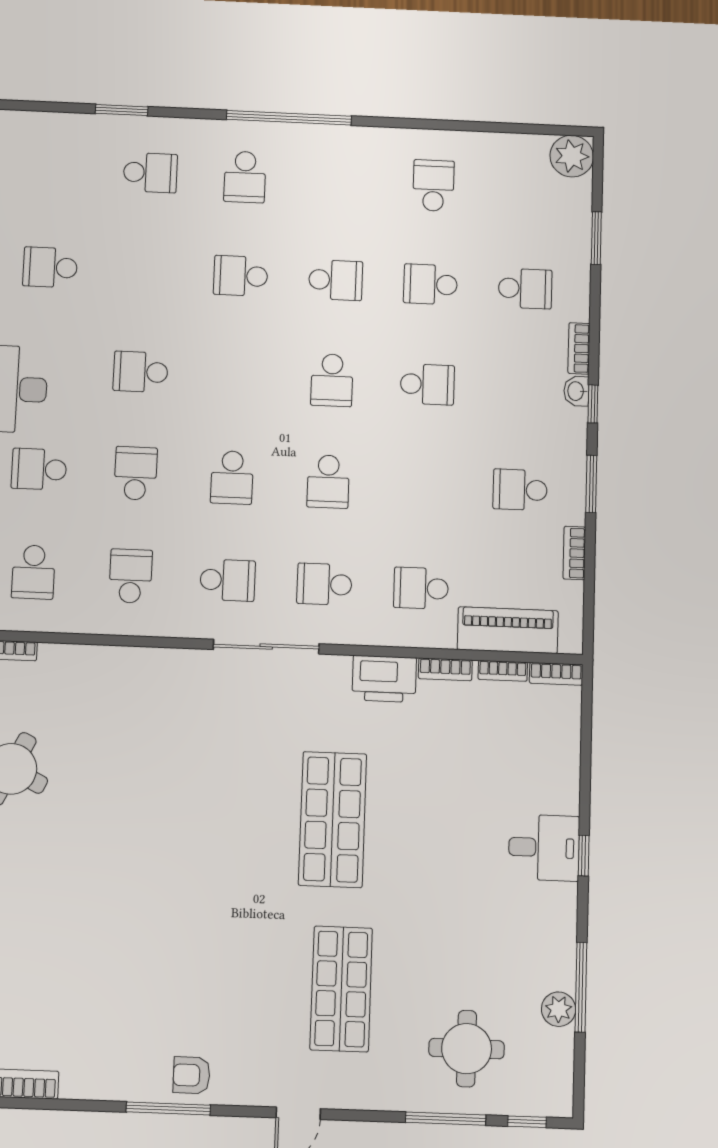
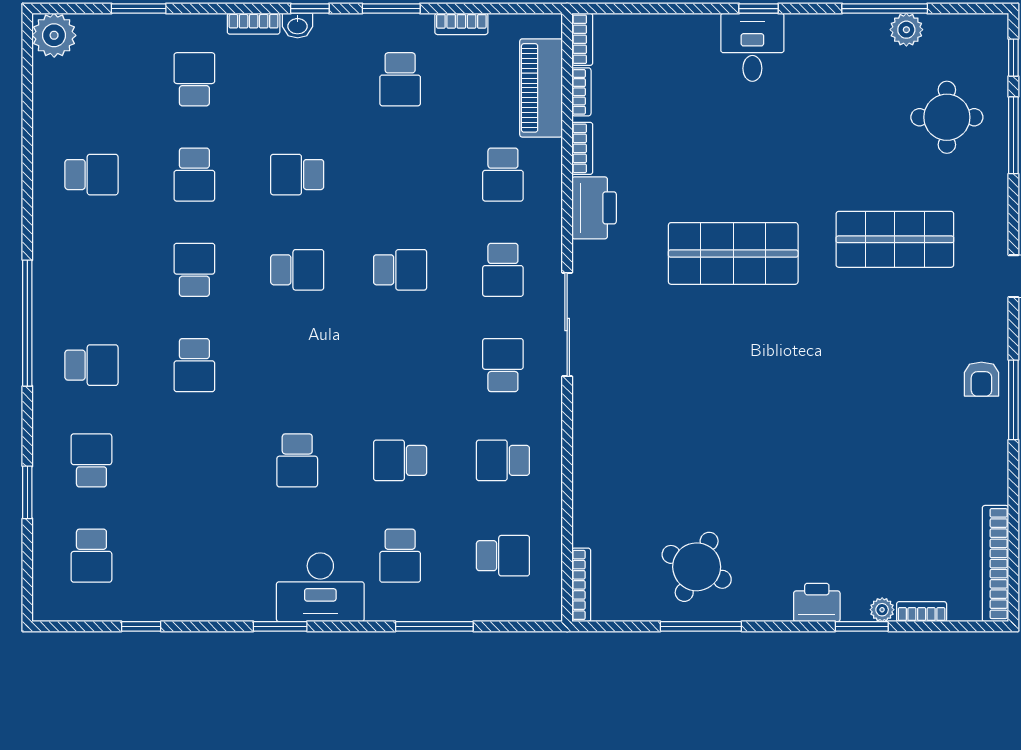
school desk: (433, 186) -> (91, 175), turned 180
school desk: (50, 267) -> (91, 556), moved
school desk: (427, 384) -> (297, 175), turned -90
school desk: (232, 477) -> (400, 365), removed

